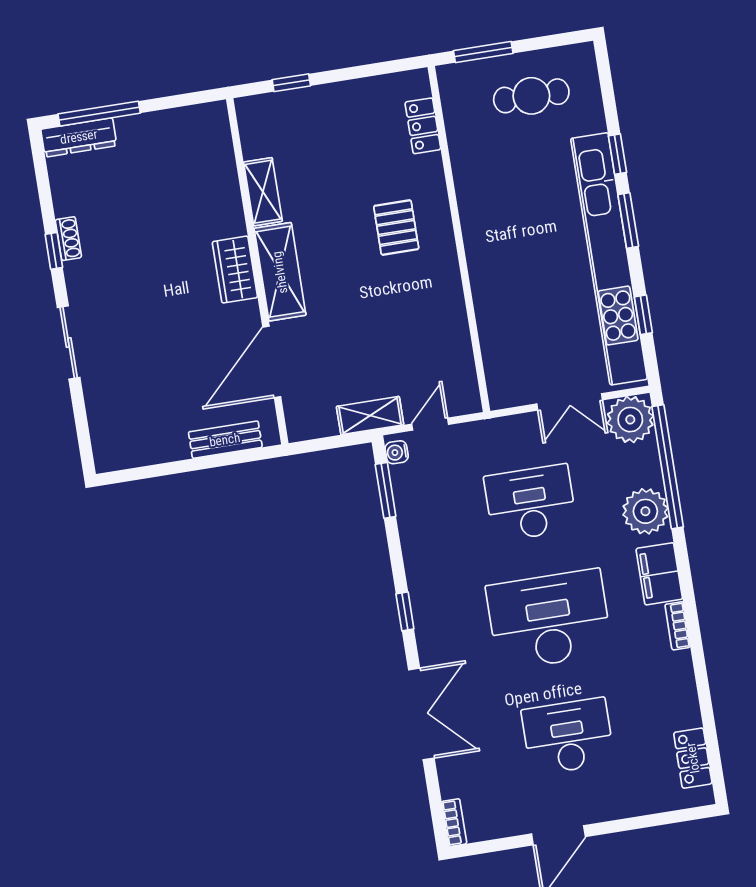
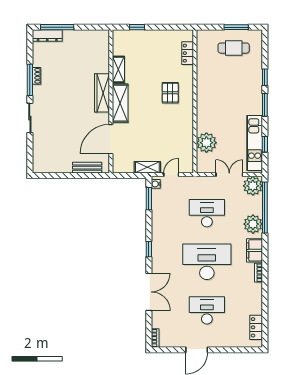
window: (483, 52) -> (236, 27), moved
window: (54, 251) -> (30, 80), width x2.17
kitchen unit: (609, 259) -> (255, 143), width x0.54
wardrobe: (235, 270) -> (102, 93), width x1.50
plant: (502, 333) -> (206, 143), added
double door: (570, 402) -> (229, 175), swing flipped

